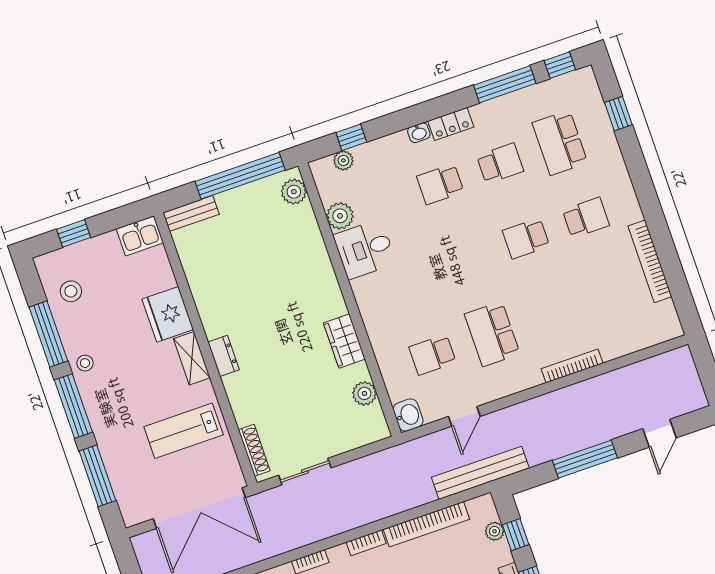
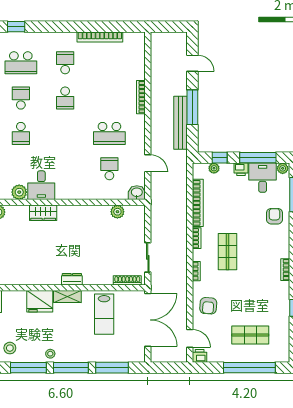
wardrobe: (344, 341) -> (43, 213), moved
school desk: (432, 355) -> (109, 169), turned 180
bench: (480, 473) -> (181, 123), moved

